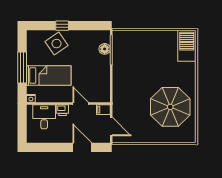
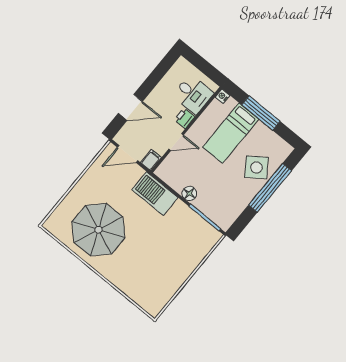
window: (62, 26) -> (270, 188), width x3.17
barbecue: (187, 46) -> (155, 194), moved, turned 180
floor lamp: (105, 49) -> (189, 193), moved

